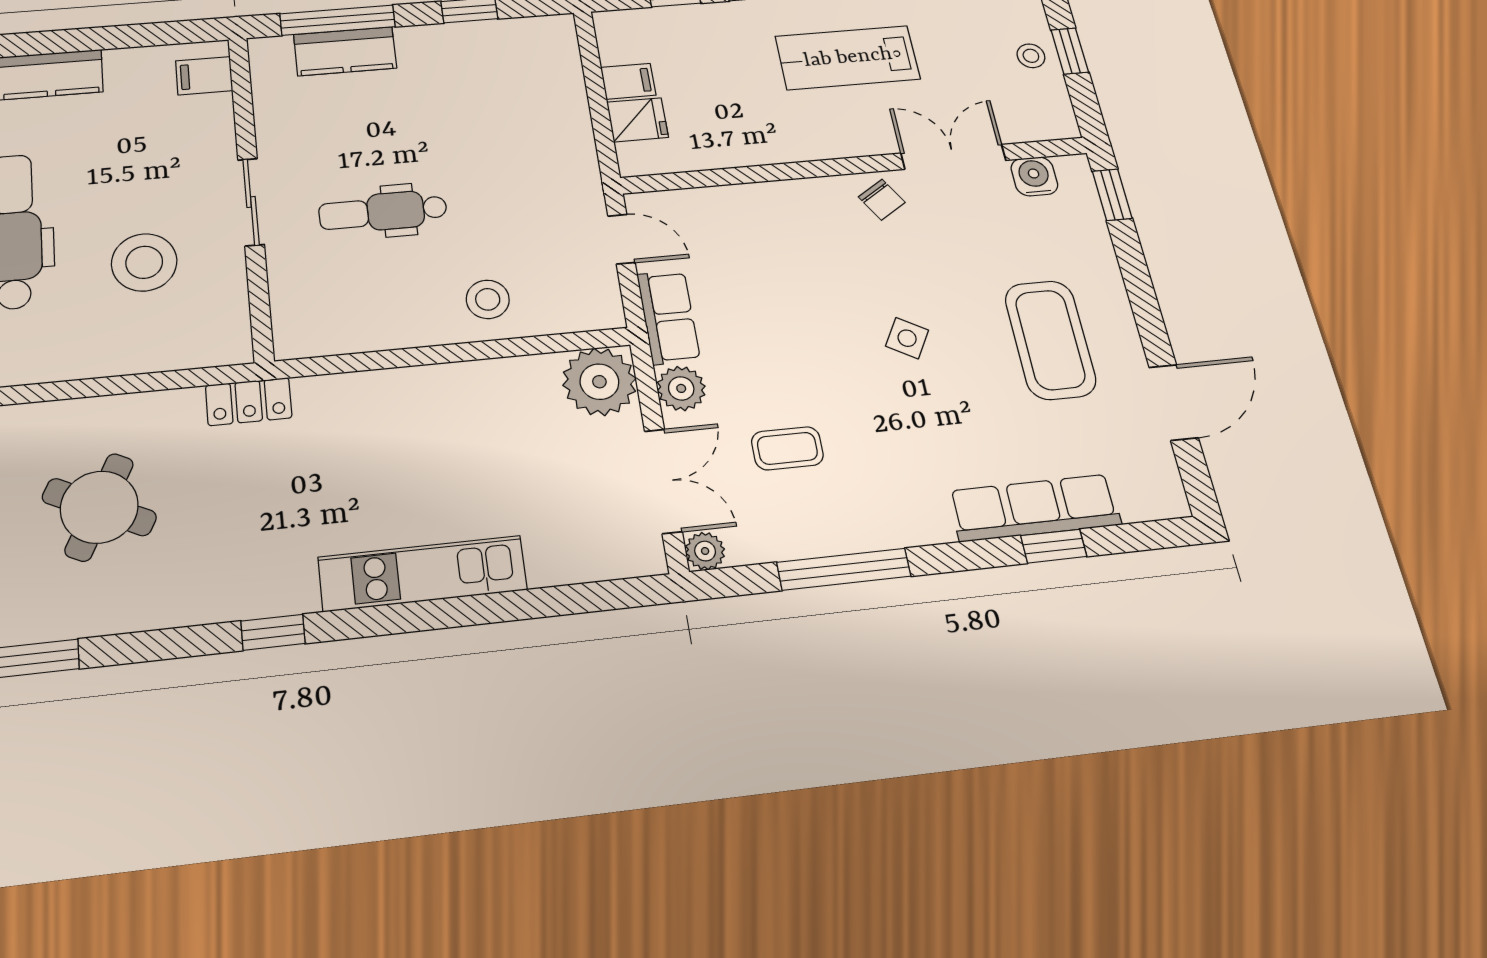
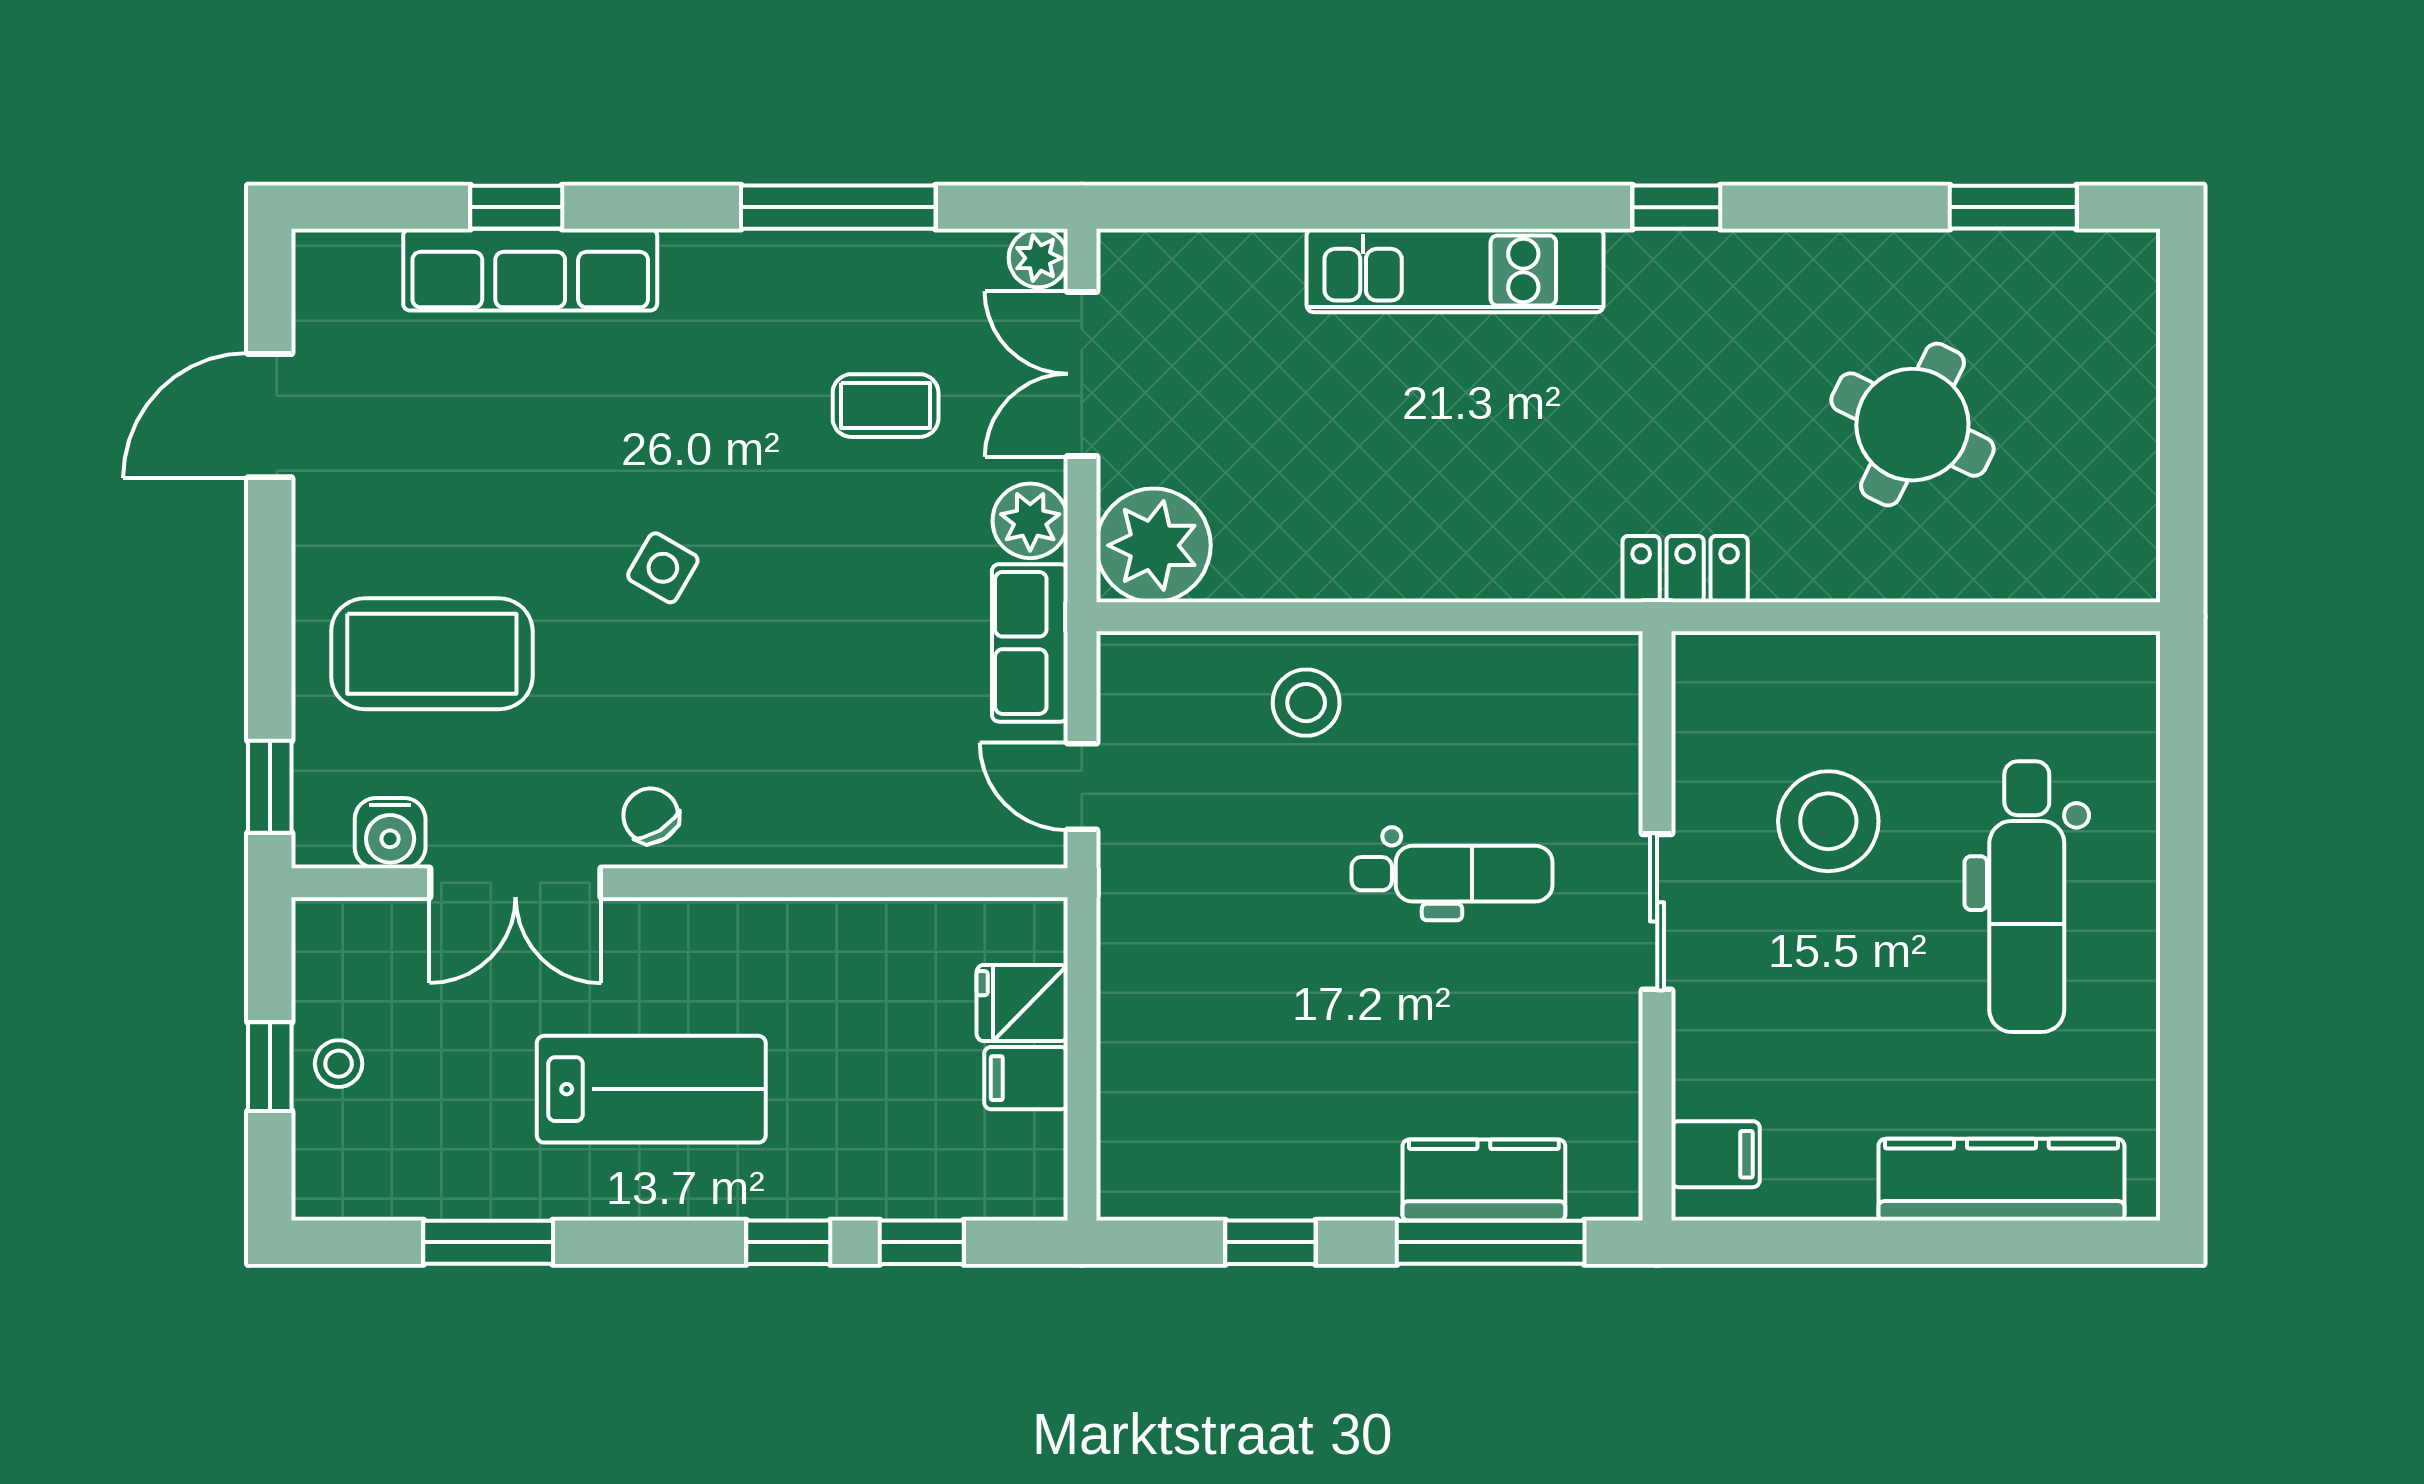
coffee table: (1050, 340) -> (432, 654), moved, turned 90

